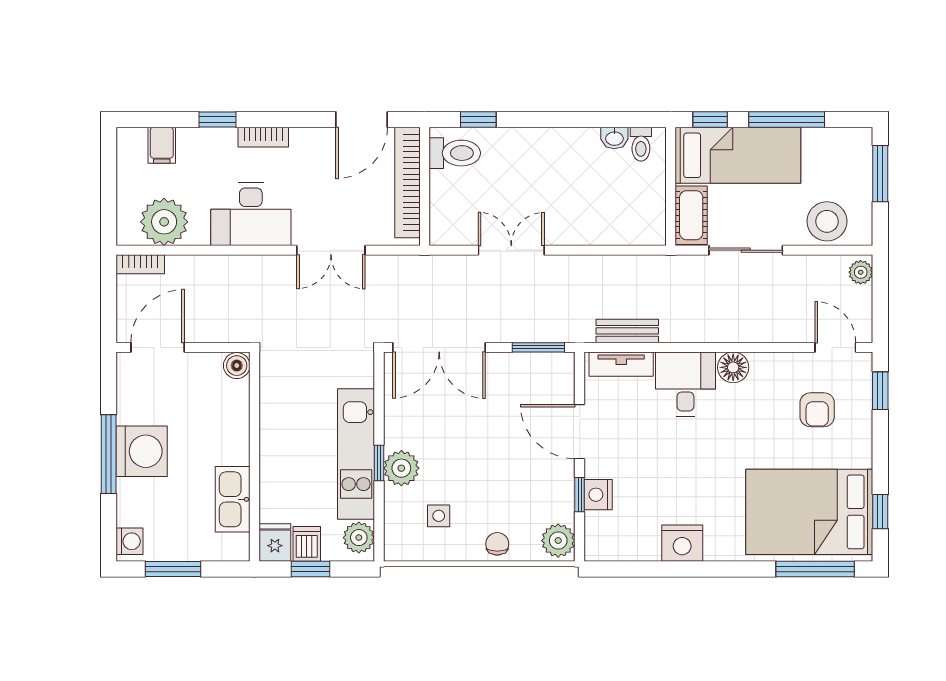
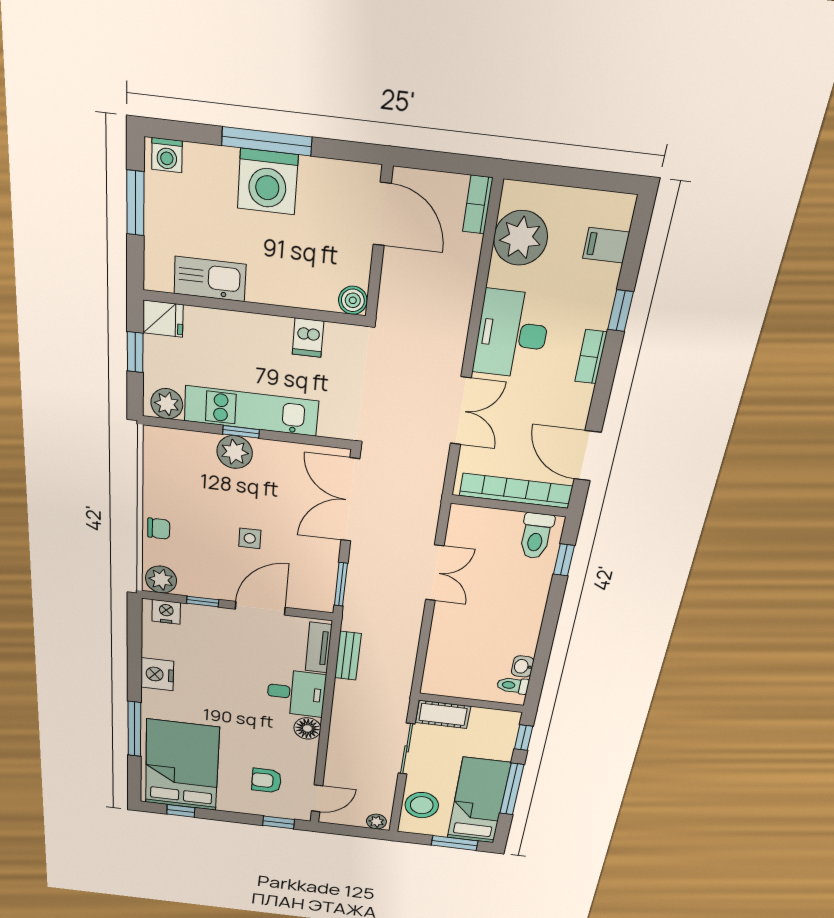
bed: (738, 155) -> (479, 801), moved, turned 180
double door: (331, 250) -> (461, 411), swing flipped
nightstand: (598, 495) -> (166, 612), moved
side table: (439, 516) -> (250, 538), moved
dishwasher: (307, 544) -> (308, 338), moved, turned 90
window: (815, 569) -> (134, 729), moved

